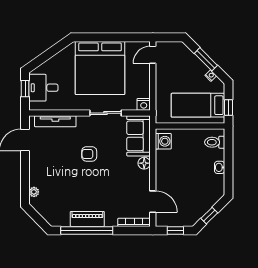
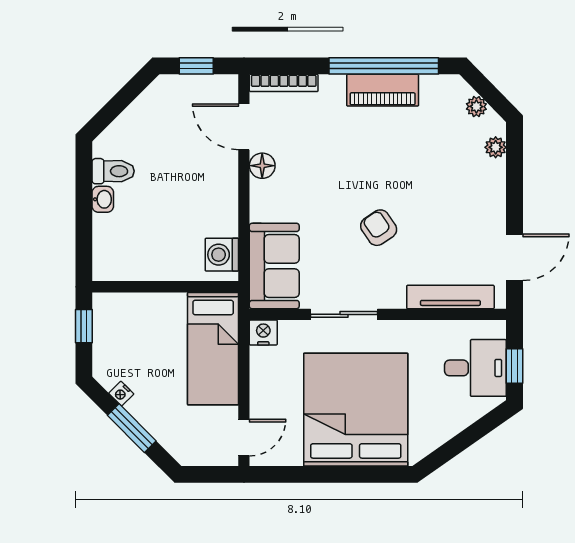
bed: (198, 105) -> (213, 349), moved, turned 90
toilet: (215, 142) -> (113, 171), moved
armchair: (89, 154) -> (379, 228), turned -124
floor lamp: (144, 163) -> (262, 166), moved
plant: (43, 211) -> (476, 107), added
window: (209, 216) -> (125, 97), removed

